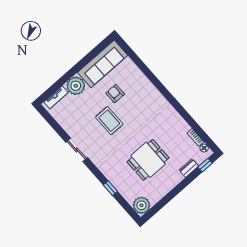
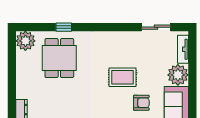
sliding door: (77, 150) -> (156, 27), moved
dining table: (148, 160) -> (59, 58), moved

